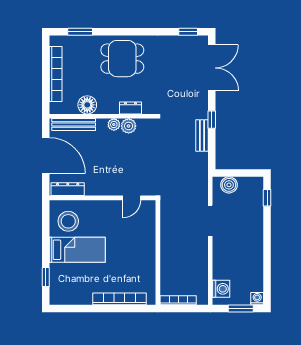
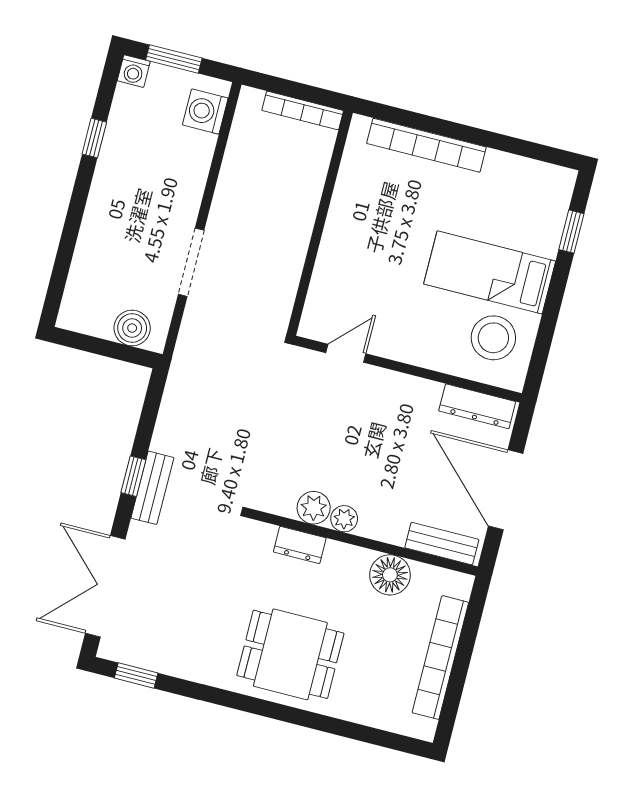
window: (80, 32) -> (365, 734), removed
bench: (74, 125) -> (442, 544), width x0.73
bench: (202, 136) -> (152, 488), moved
window: (267, 198) -> (94, 138), moved

